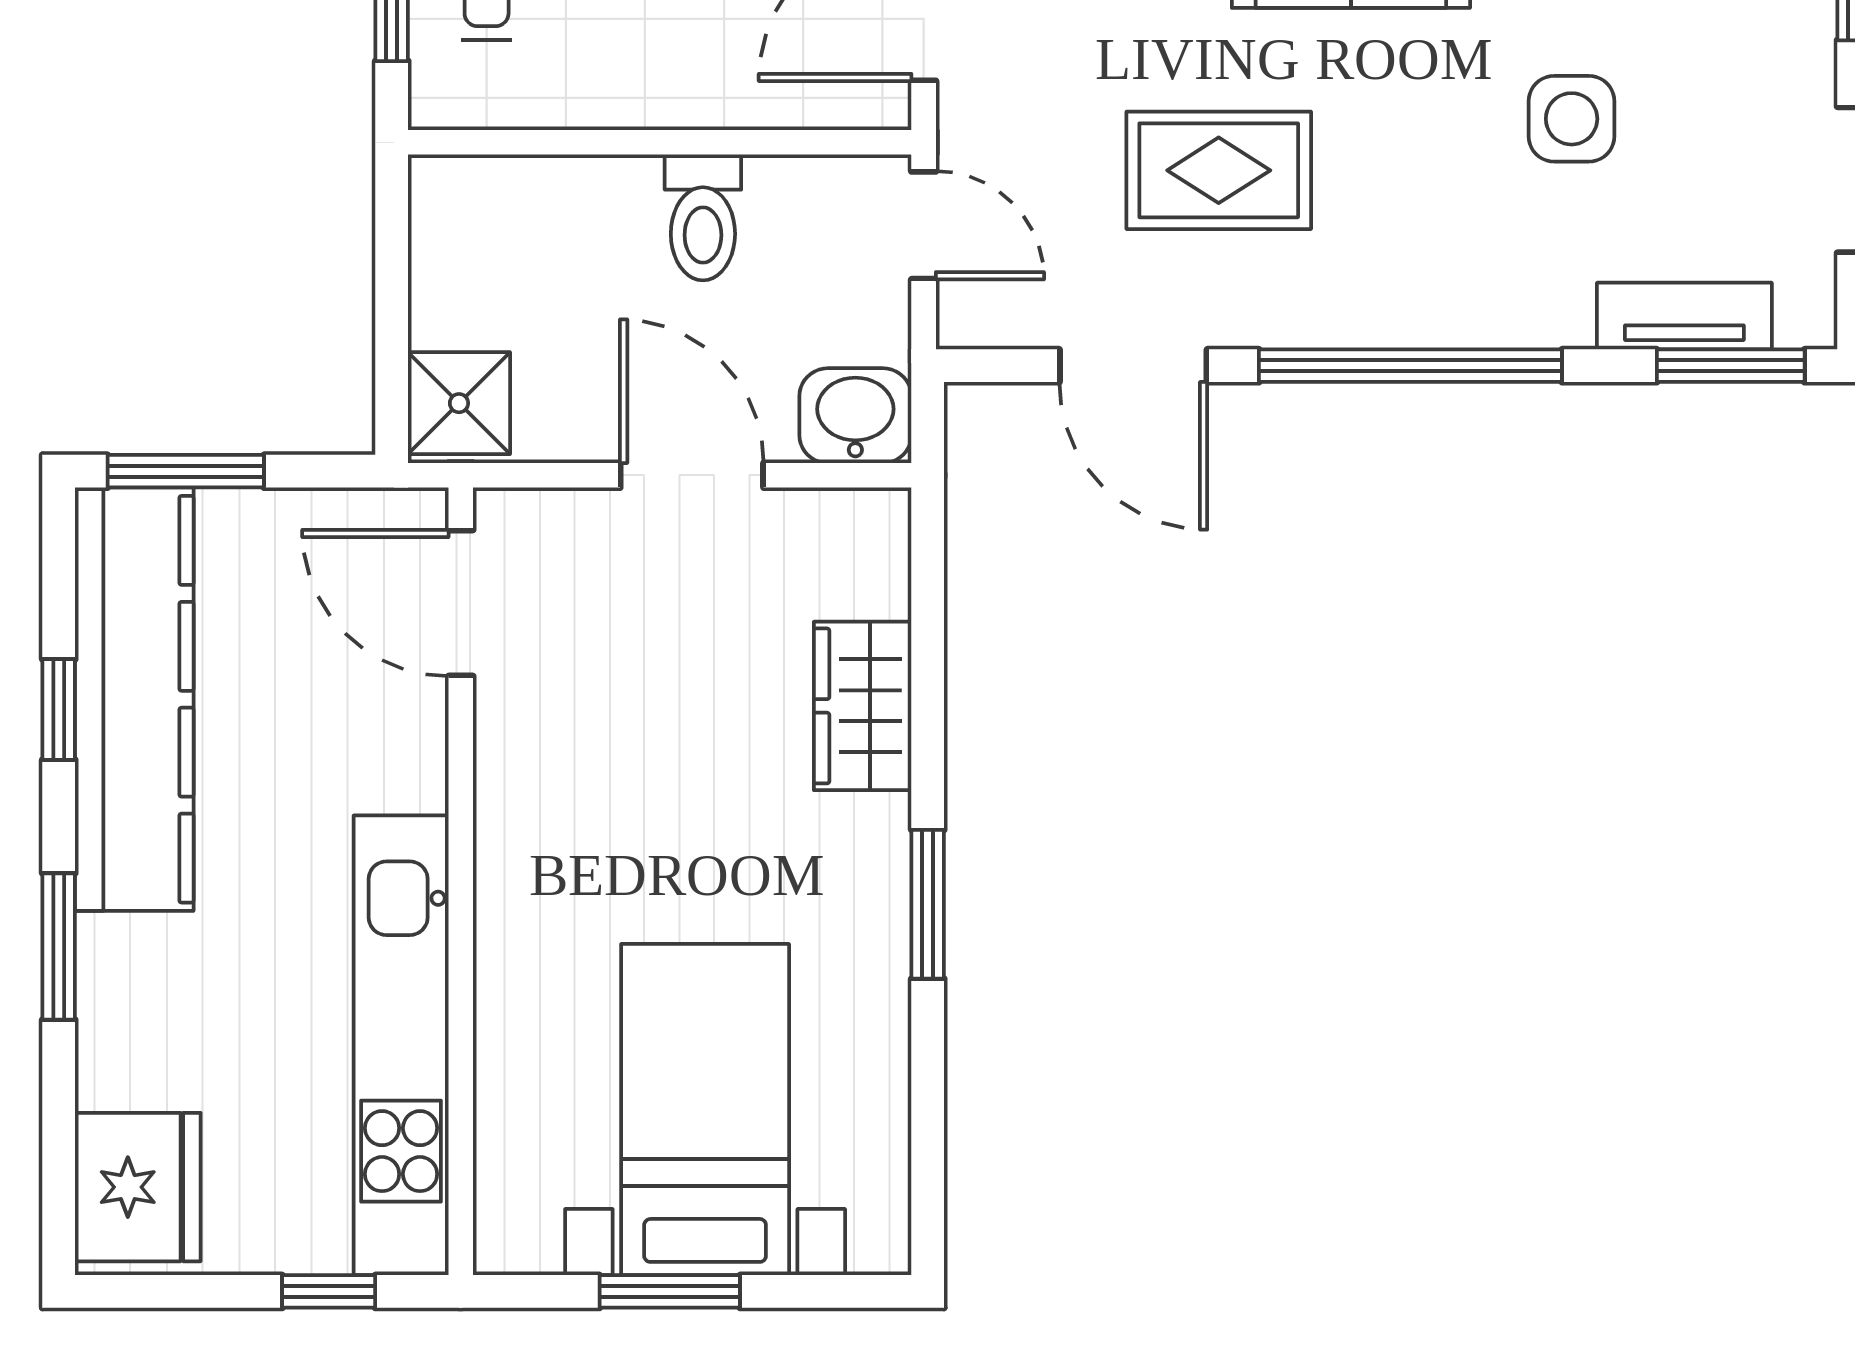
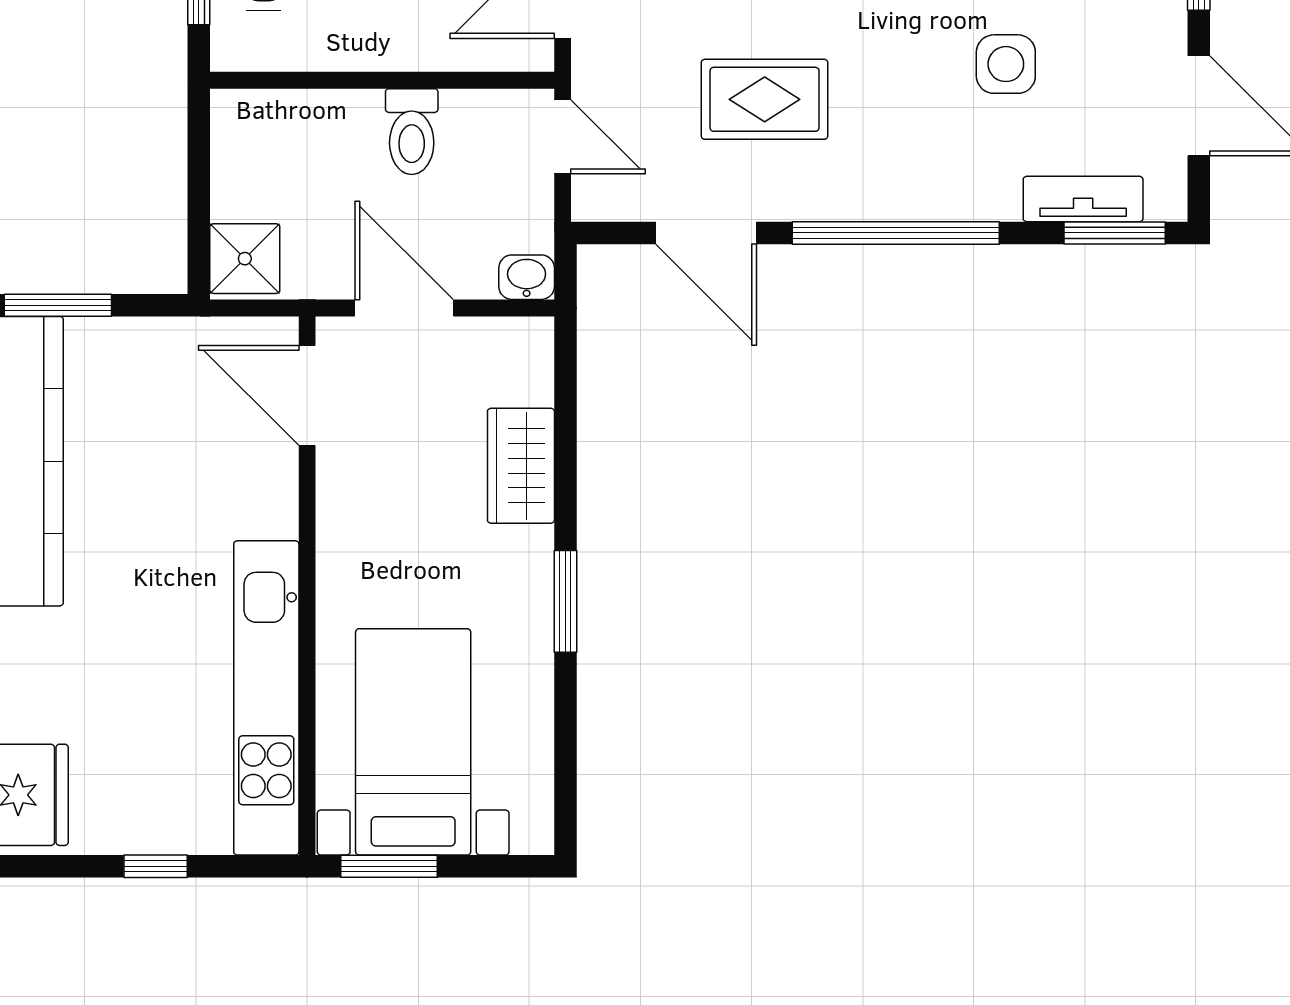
washbasin: (855, 416) -> (527, 277), width x0.72, depth x0.69
door: (461, 603) -> (307, 395), moved
wall: (461, 881) -> (307, 586), moved
kitchen unit: (401, 1045) -> (266, 698), moved

